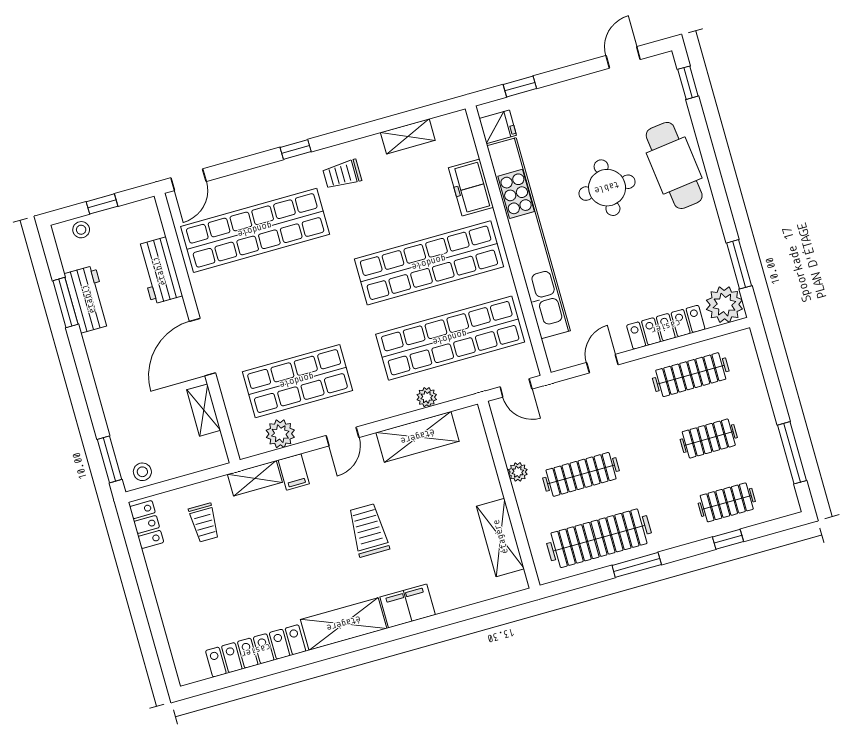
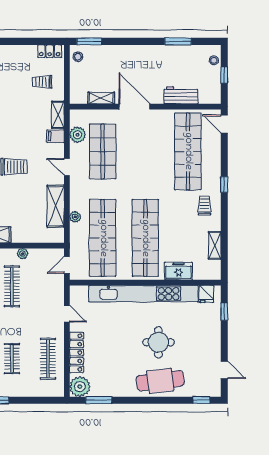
workbench: (88, 299) -> (177, 54), removed

